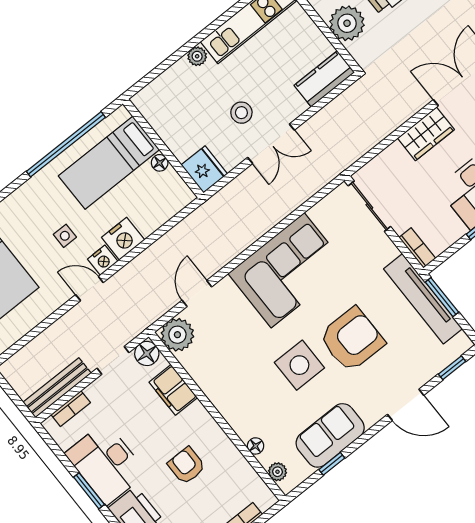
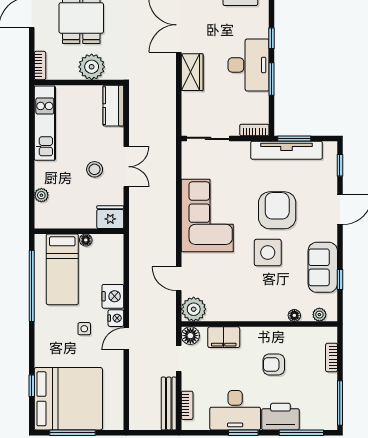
plant: (197, 56) -> (41, 195), moved

